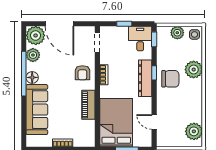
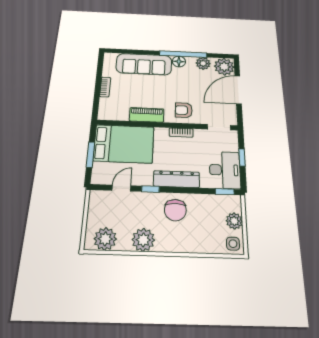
desk: (140, 39) -> (225, 170), width x1.37
plant: (194, 70) -> (143, 240), moved
window: (154, 73) -> (150, 189), moved

